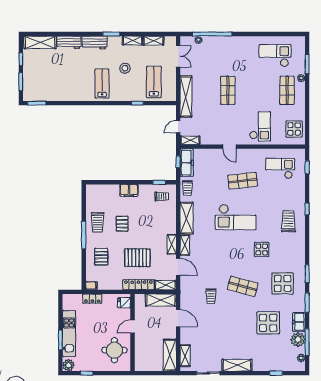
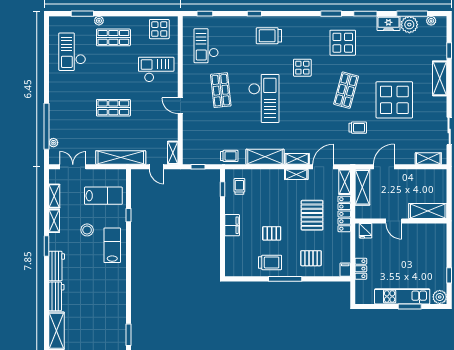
lab bench: (154, 82) -> (103, 196), turned 180
lab bench: (102, 84) -> (112, 245), moved, turned 90
door: (229, 147) -> (180, 106), swing flipped
freezer: (187, 163) -> (199, 157), removed
display table: (268, 323) -> (394, 100), moved, width x1.36, depth x1.36
round table: (114, 350) -> (422, 242), removed
shelving: (170, 355) -> (428, 211), moved
shelving: (237, 365) -> (440, 78), moved

